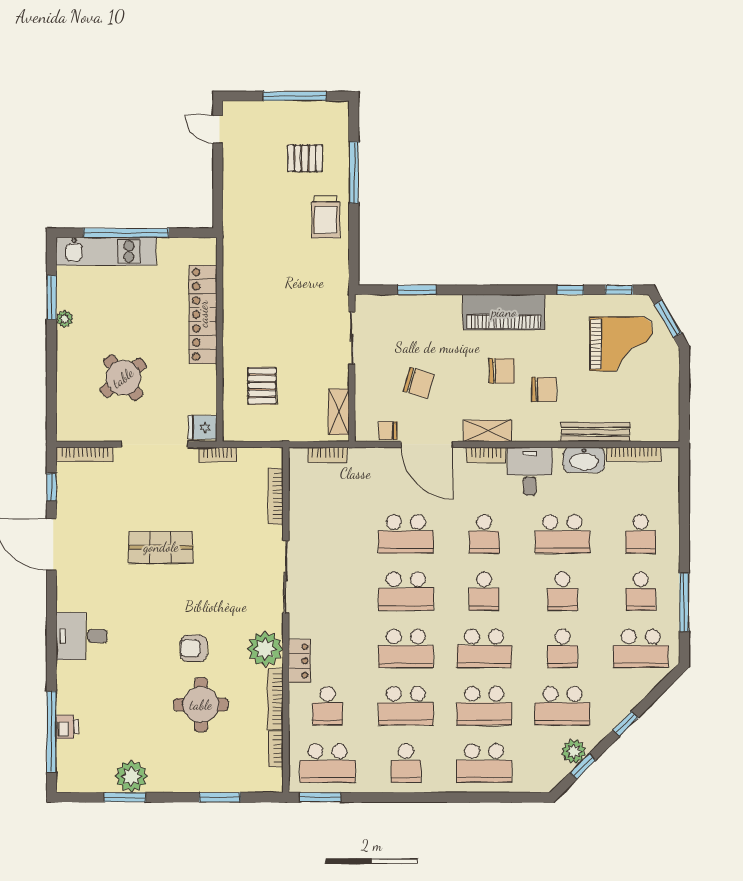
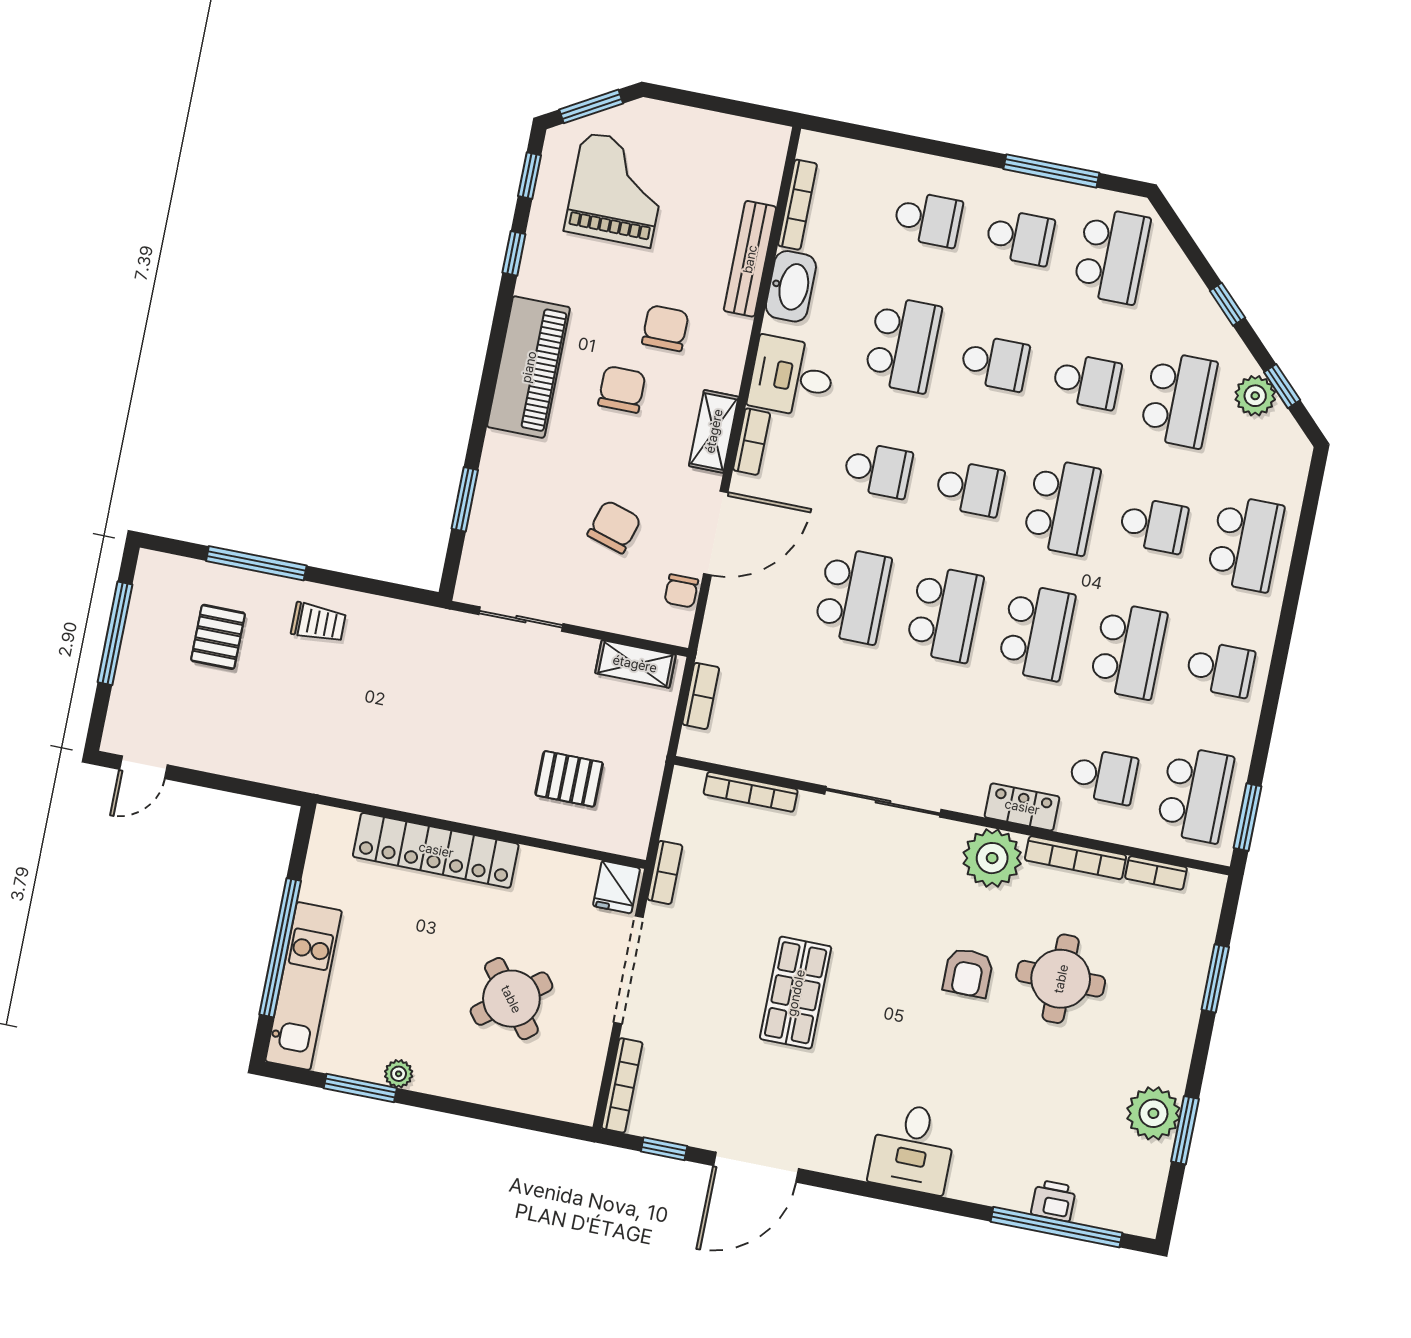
trolley: (326, 217) -> (318, 623), width x0.73, depth x0.72
school desk: (484, 706) -> (1153, 525), width x0.54

